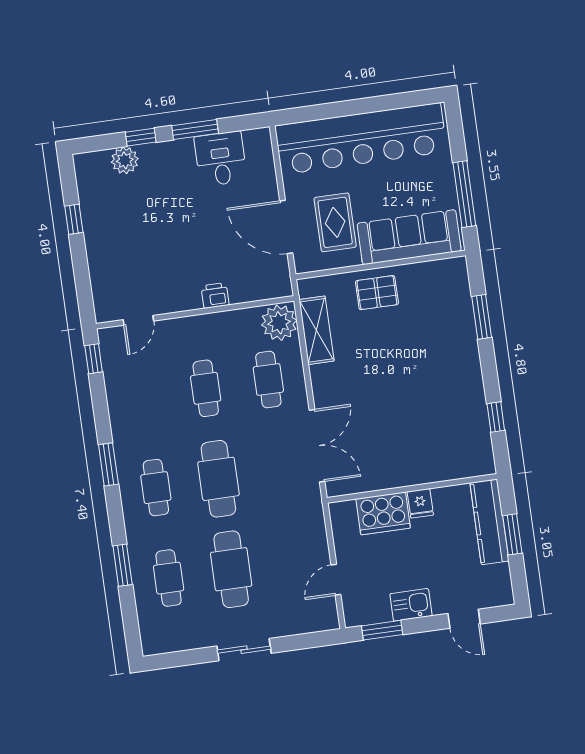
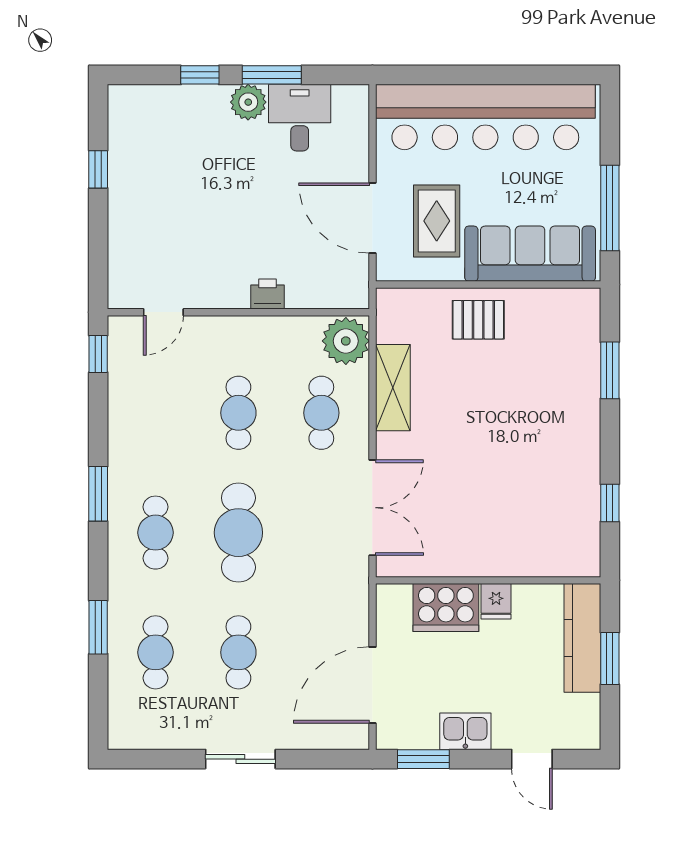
plant: (125, 160) -> (248, 102), moved
shelving: (316, 330) -> (393, 388), moved
cafe table: (231, 569) -> (238, 652), width x0.73, depth x0.74
door: (336, 580) -> (372, 685), width x1.87

